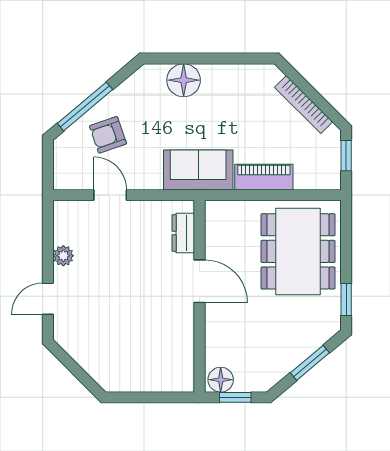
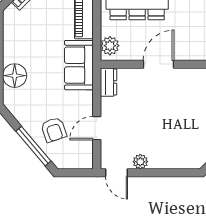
plant: (225, 213) -> (110, 46), added
dresser: (183, 233) -> (108, 82), moved, turned -90
door: (48, 299) -> (116, 173), moved

